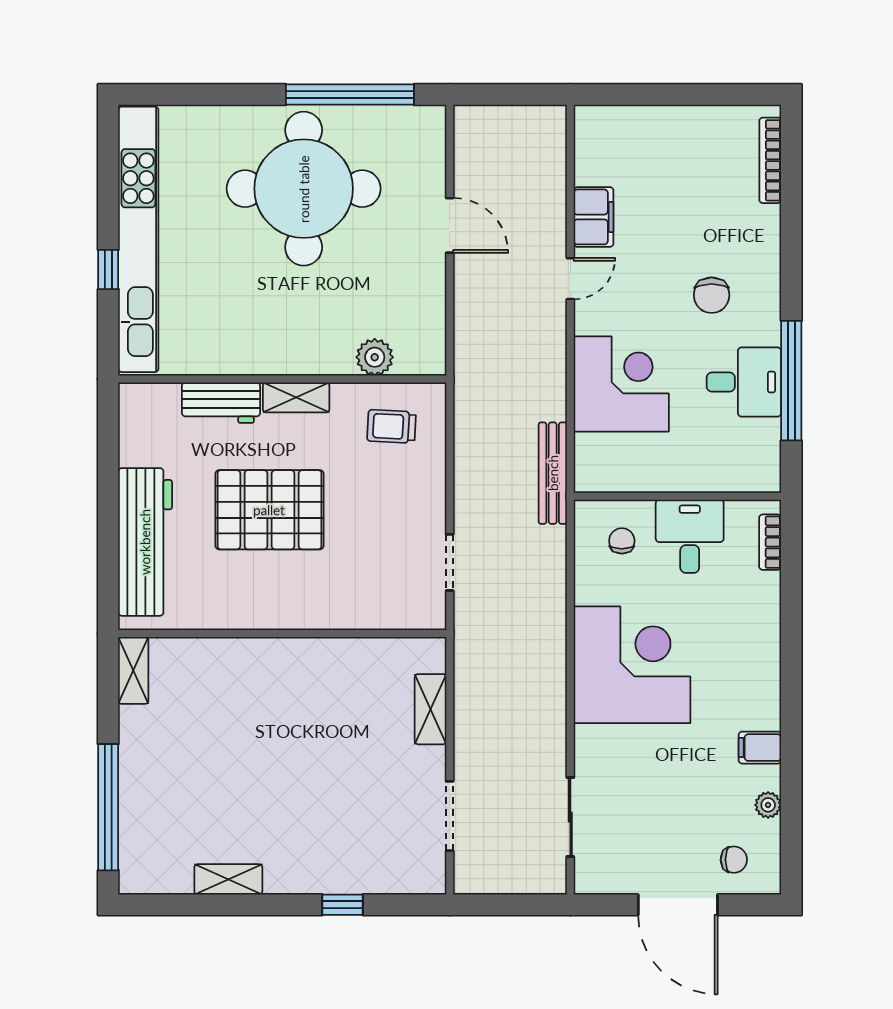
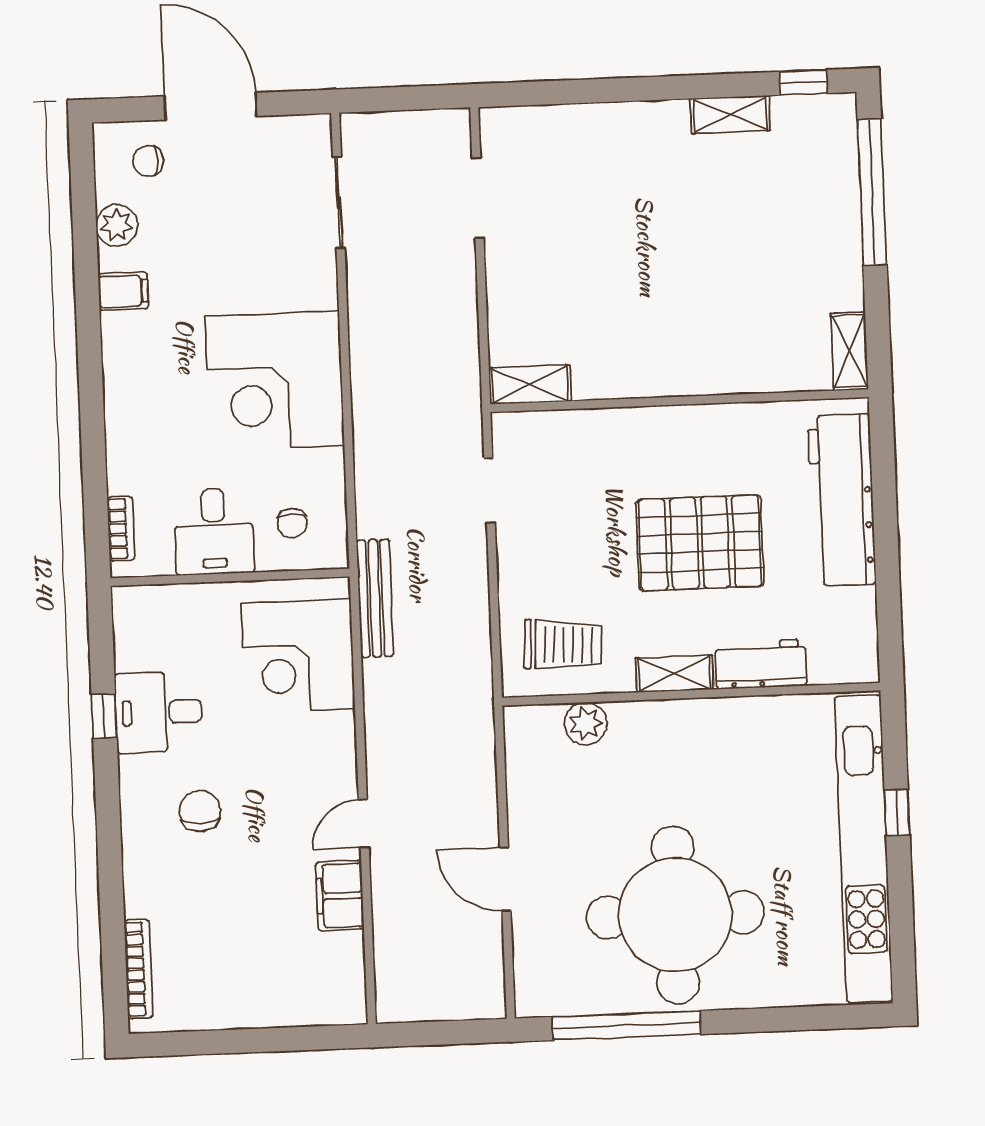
window: (791, 381) -> (104, 716), width x0.32
corner desk: (621, 384) -> (298, 656), moved
trolley: (391, 426) -> (563, 645), width x1.36, depth x1.39
shelving: (431, 709) -> (530, 385), moved, turned 90
plant: (768, 805) -> (117, 225), width x1.38, depth x1.38
window: (342, 905) -> (803, 82), moved

